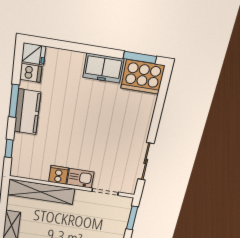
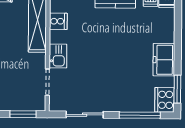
cooker: (143, 77) -> (165, 100), width x0.73, depth x0.76
window: (159, 105) -> (140, 115), added
cooker: (58, 175) -> (58, 21), moved

